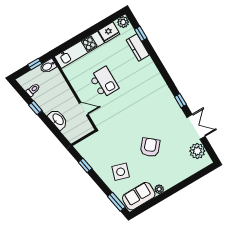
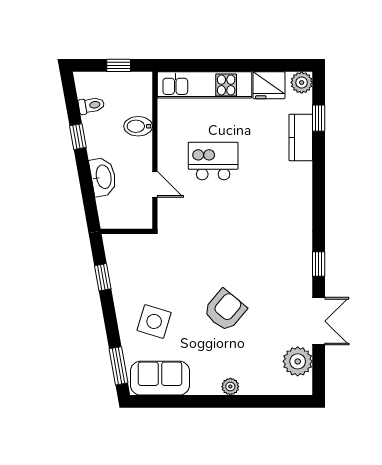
bidet: (48, 66) -> (138, 126), moved
kitchen island: (104, 82) -> (213, 161), turned -90
plant: (159, 189) -> (230, 387), moved

